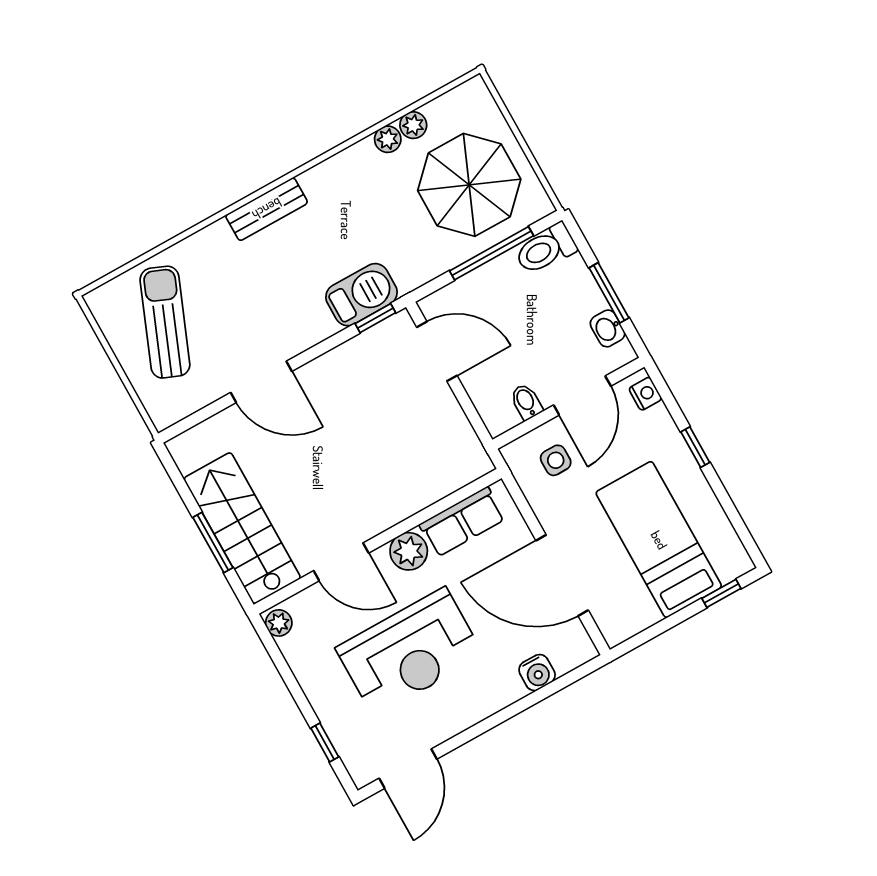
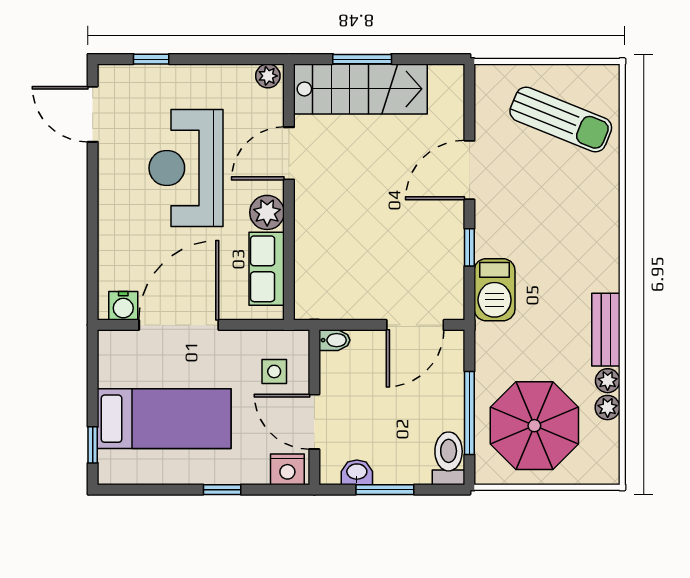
bench: (267, 209) -> (606, 330), moved
window: (375, 318) -> (469, 247), moved
nightstand: (645, 394) -> (287, 469), width x1.39, depth x1.35
bidet: (526, 402) -> (334, 340), moved
water cooler: (537, 673) -> (123, 306), moved, turned -90

